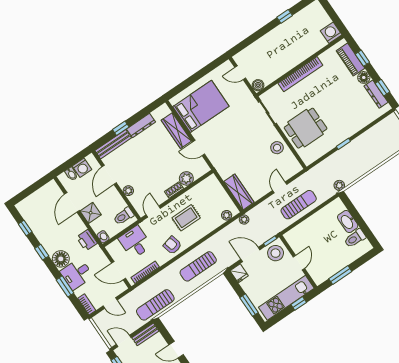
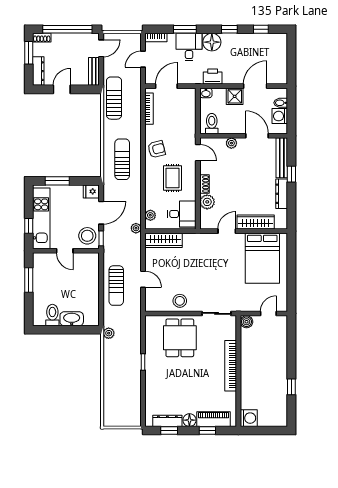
door: (72, 202) -> (255, 86), hinge flipped
desk: (135, 242) -> (182, 214), moved

